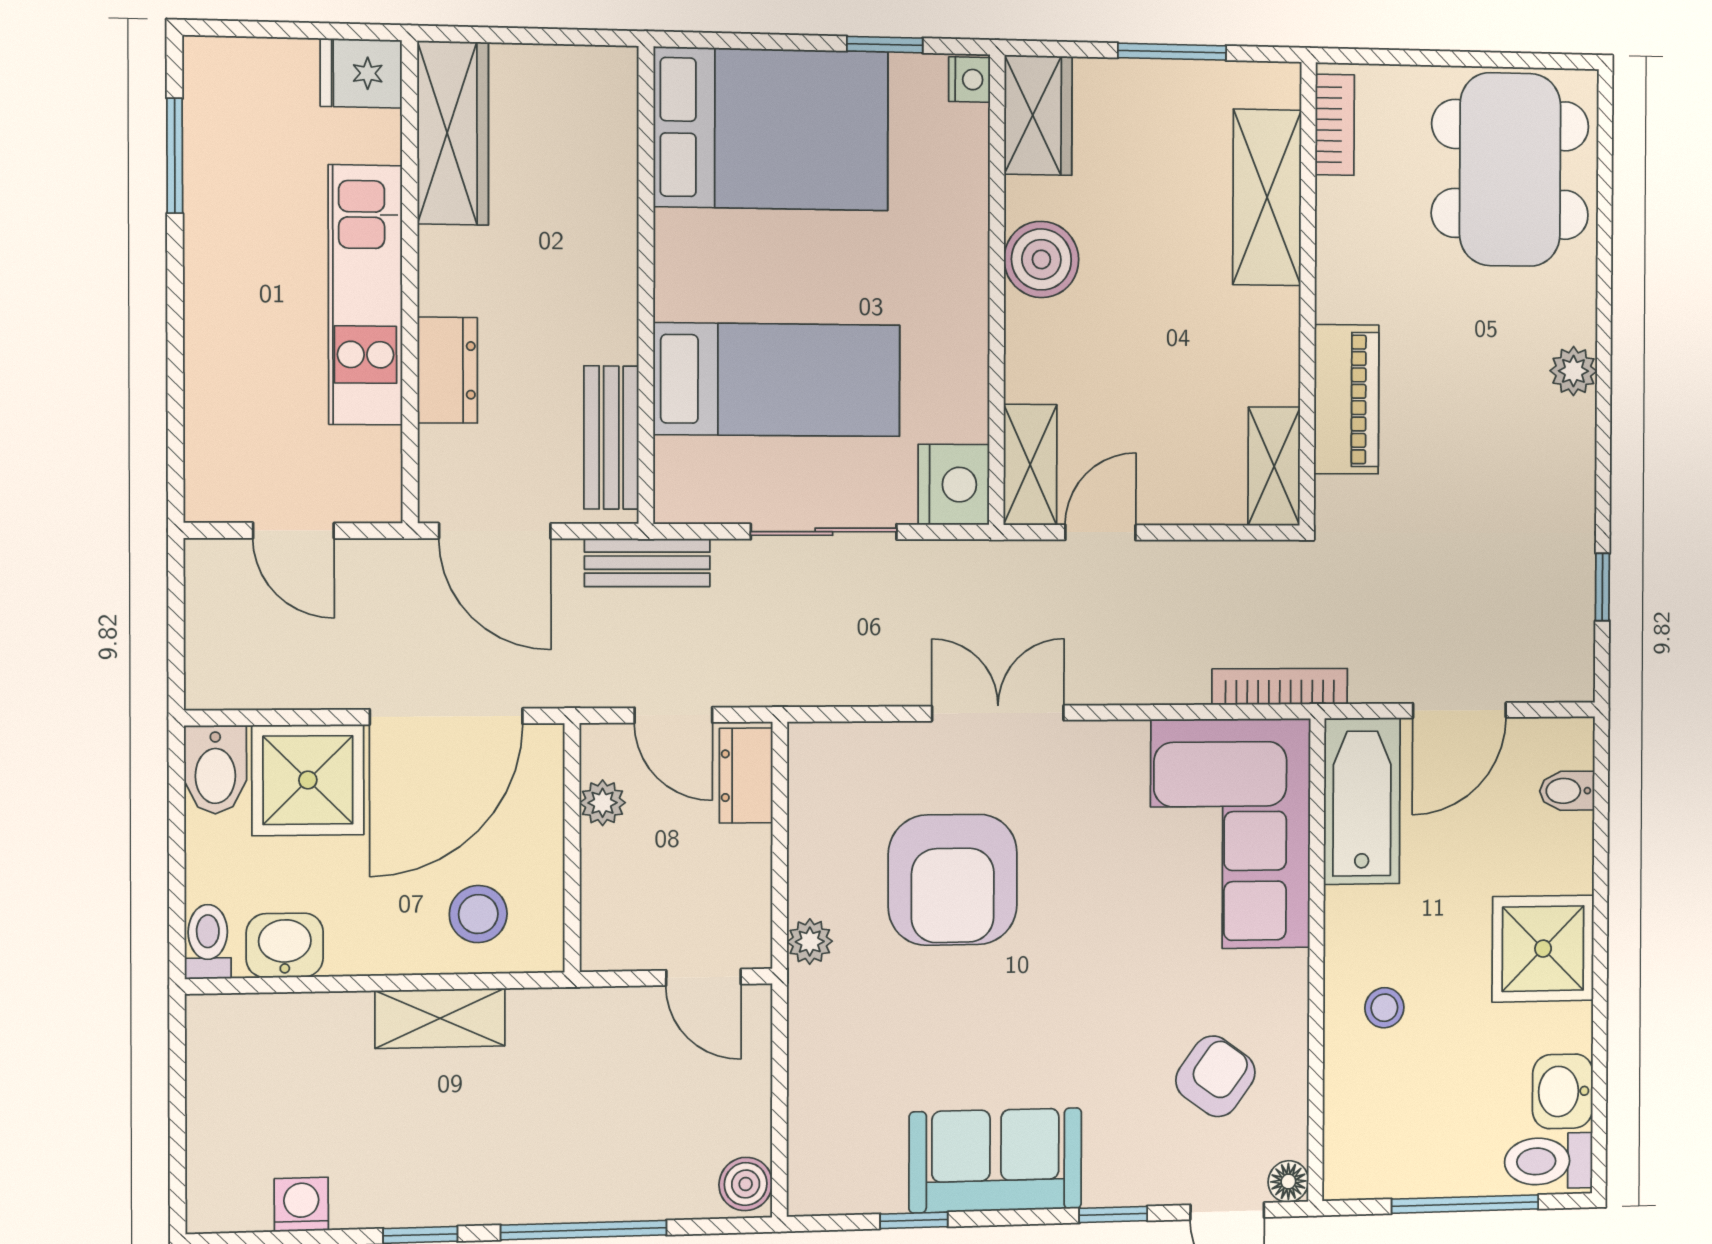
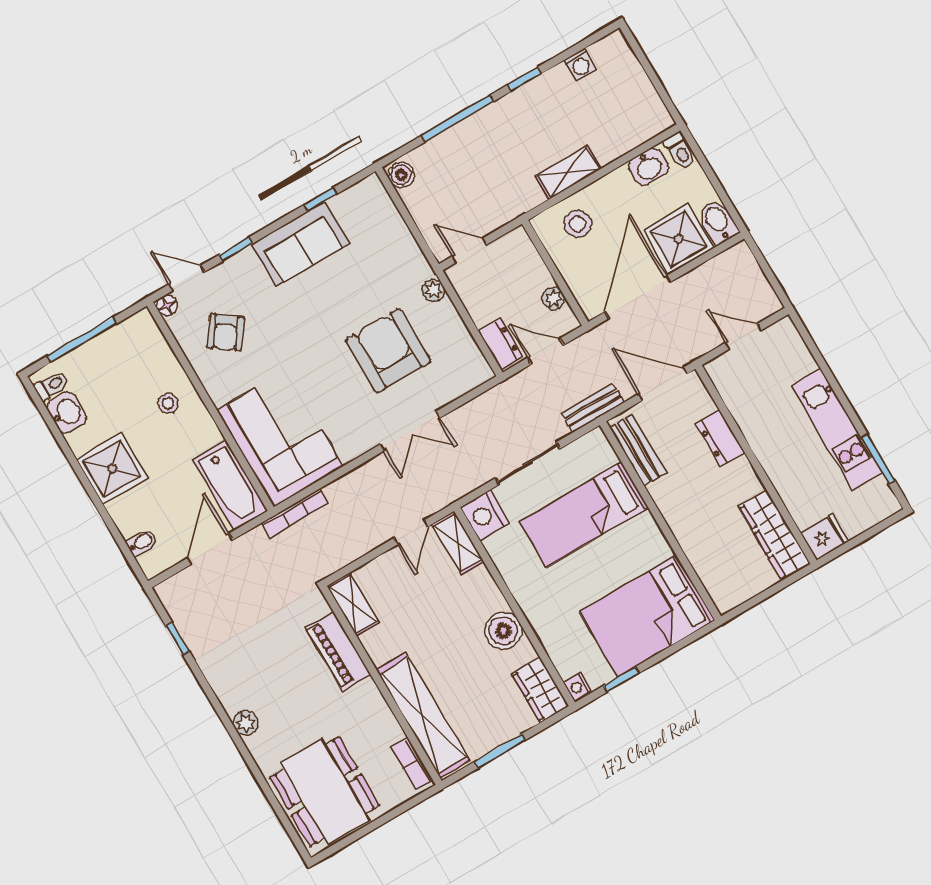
shelving: (1267, 197) -> (423, 715), width x1.47
kitchen unit: (365, 295) -> (837, 429), moved, turned 180
toilet: (1549, 1161) -> (52, 386), width x0.73, depth x0.72

